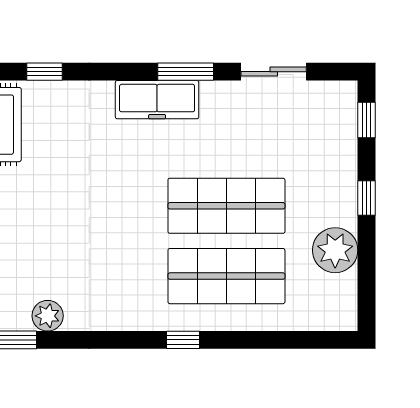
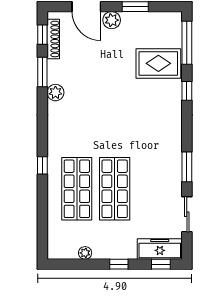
freezer: (157, 100) -> (160, 249), moved, turned 90
plant: (335, 250) -> (85, 253), width x0.53, depth x0.53

